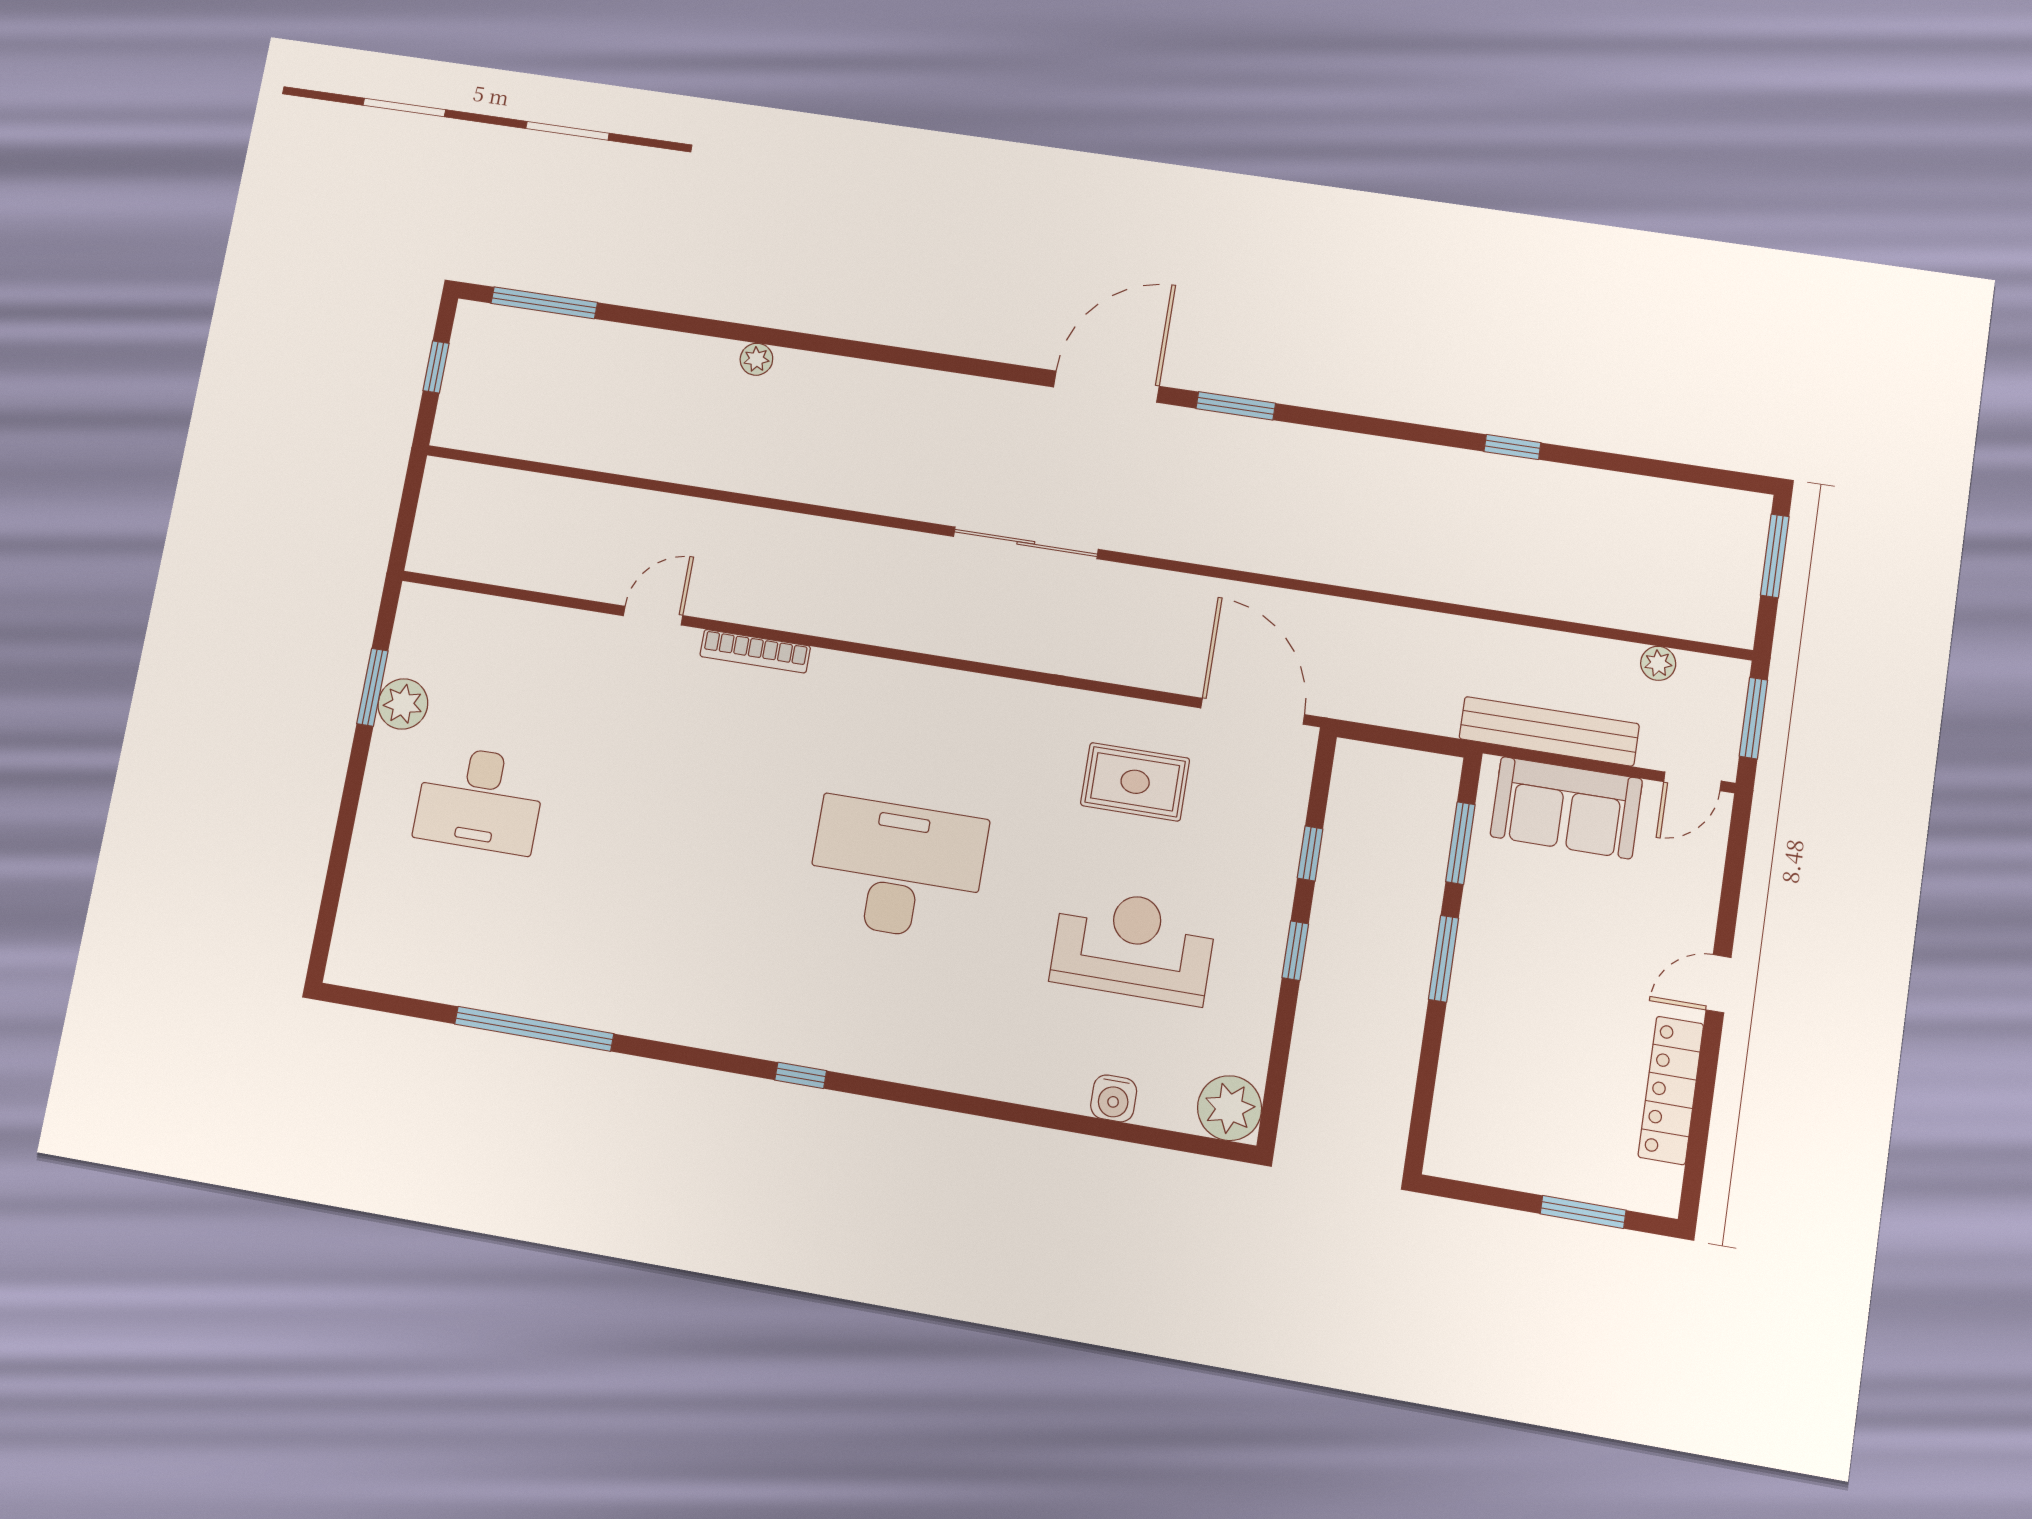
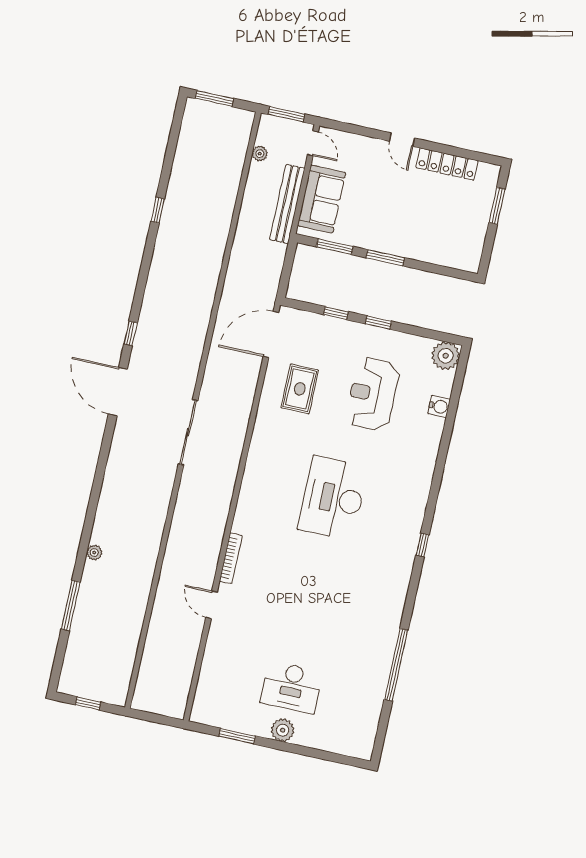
window: (544, 303) -> (71, 605), moved
window: (1236, 406) -> (131, 333), width x0.67
plant: (403, 704) -> (283, 730), moved
desk: (480, 799) -> (291, 687), turned 90

